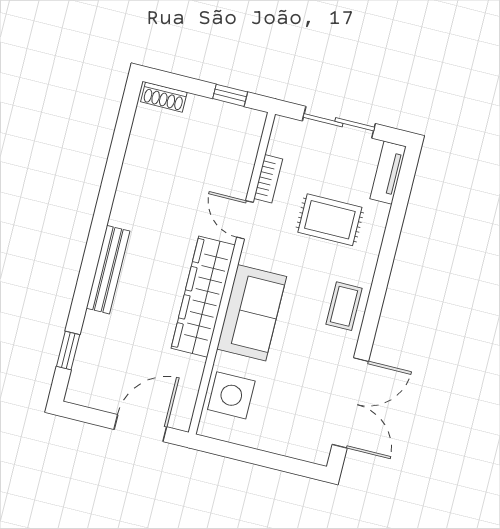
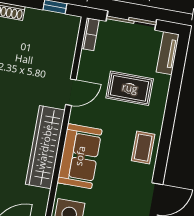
bookcase: (268, 179) -> (90, 34), moved
door: (245, 220) -> (71, 92), swing flipped

